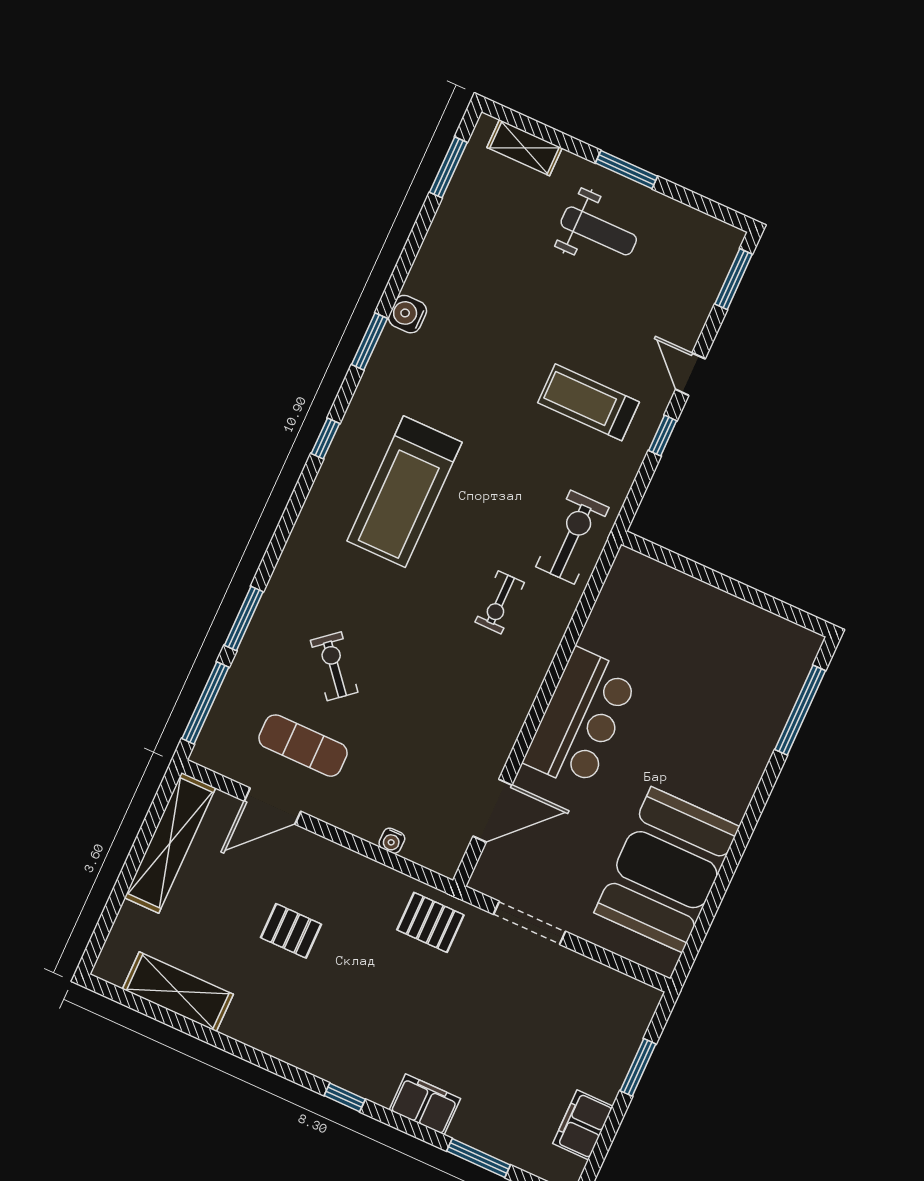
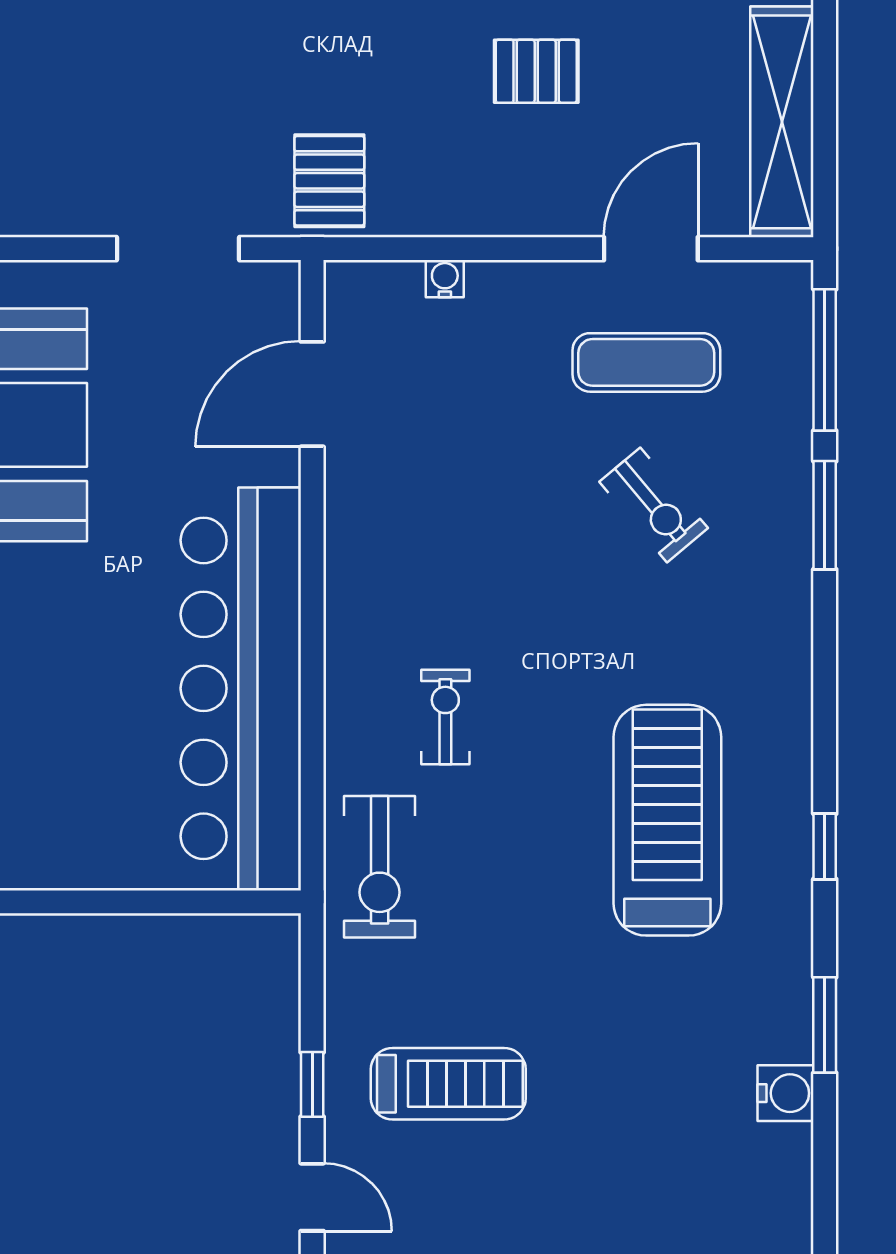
bar counter: (581, 719) -> (241, 688), width x1.86
pallet: (430, 922) -> (329, 181), turned 90

